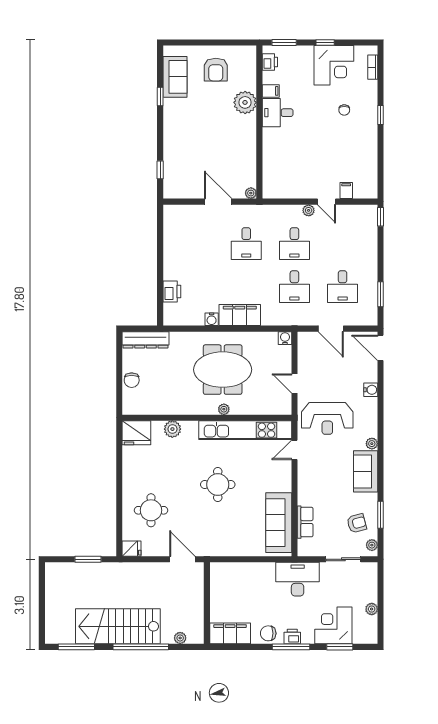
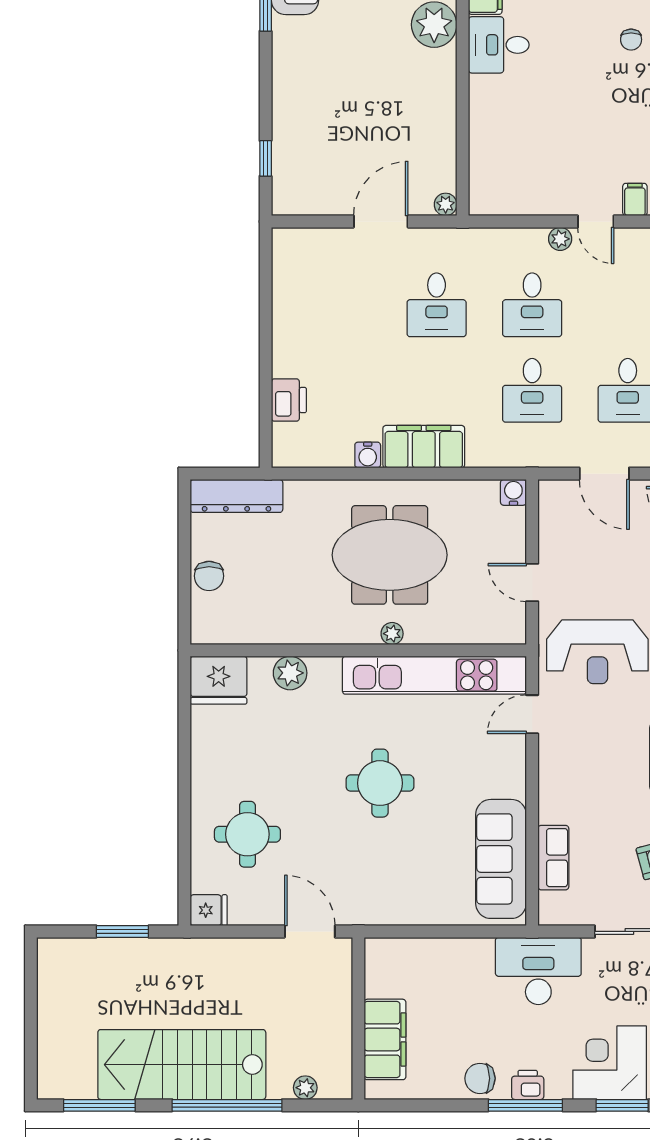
door: (218, 202) -> (381, 222), hinge flipped
filing cabinet: (230, 633) -> (385, 1039), moved, turned 90

